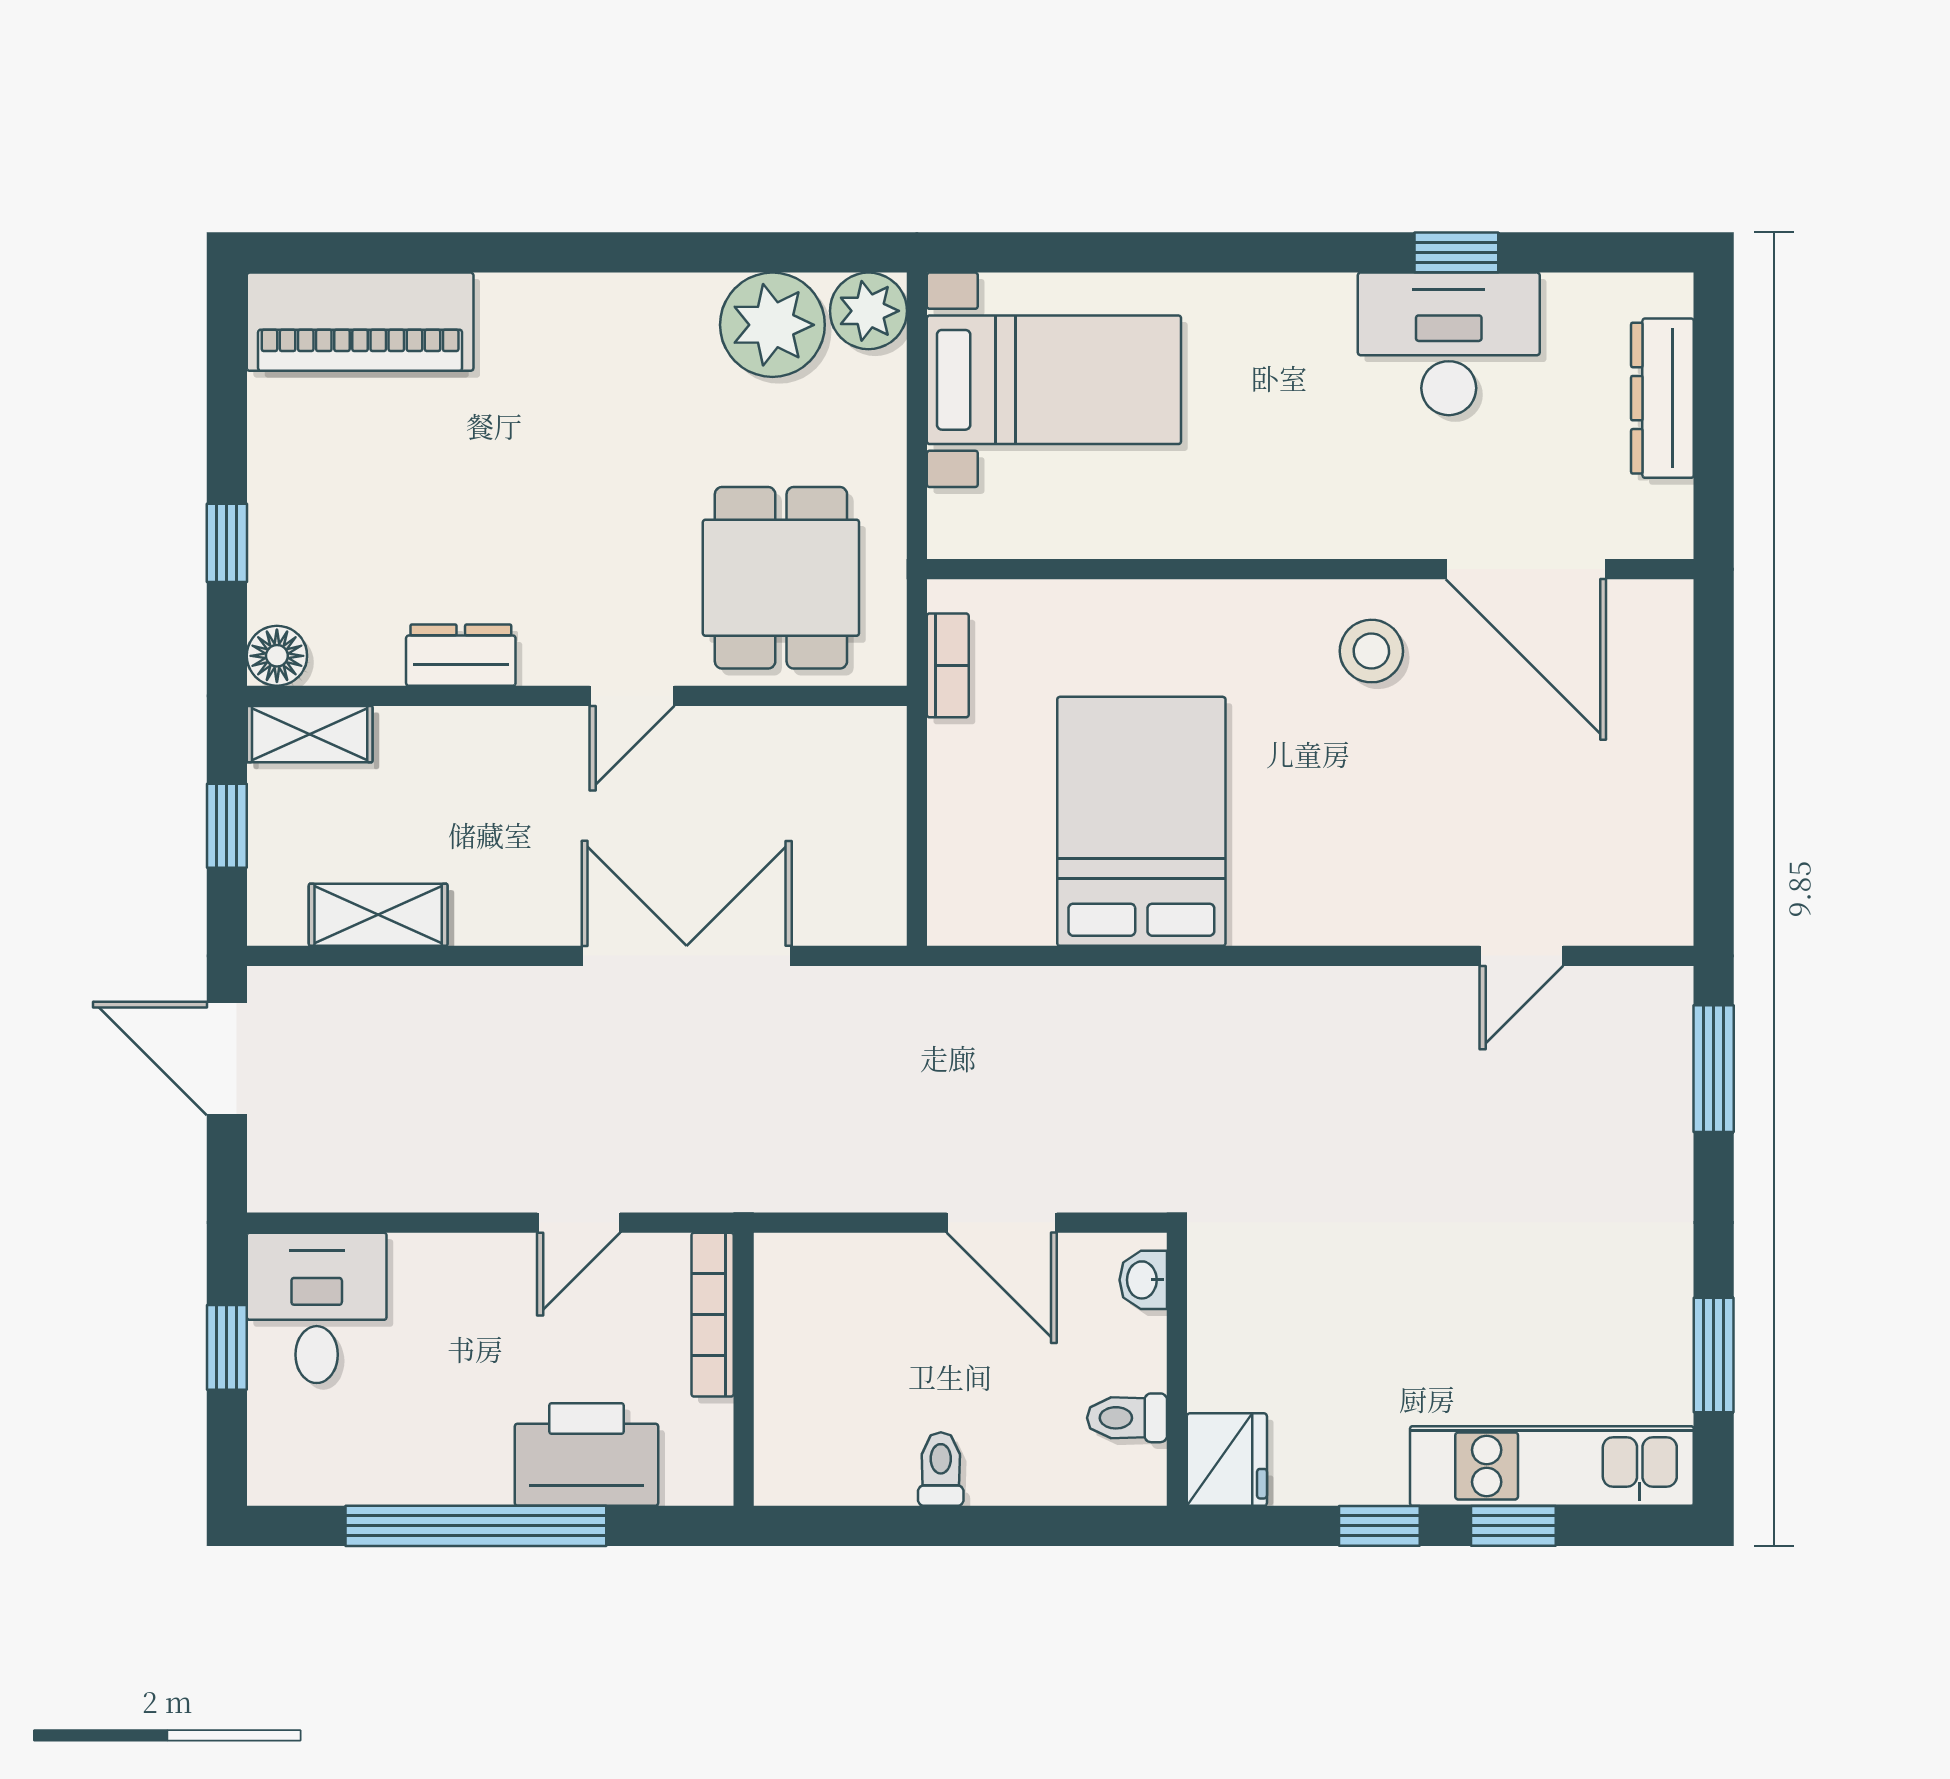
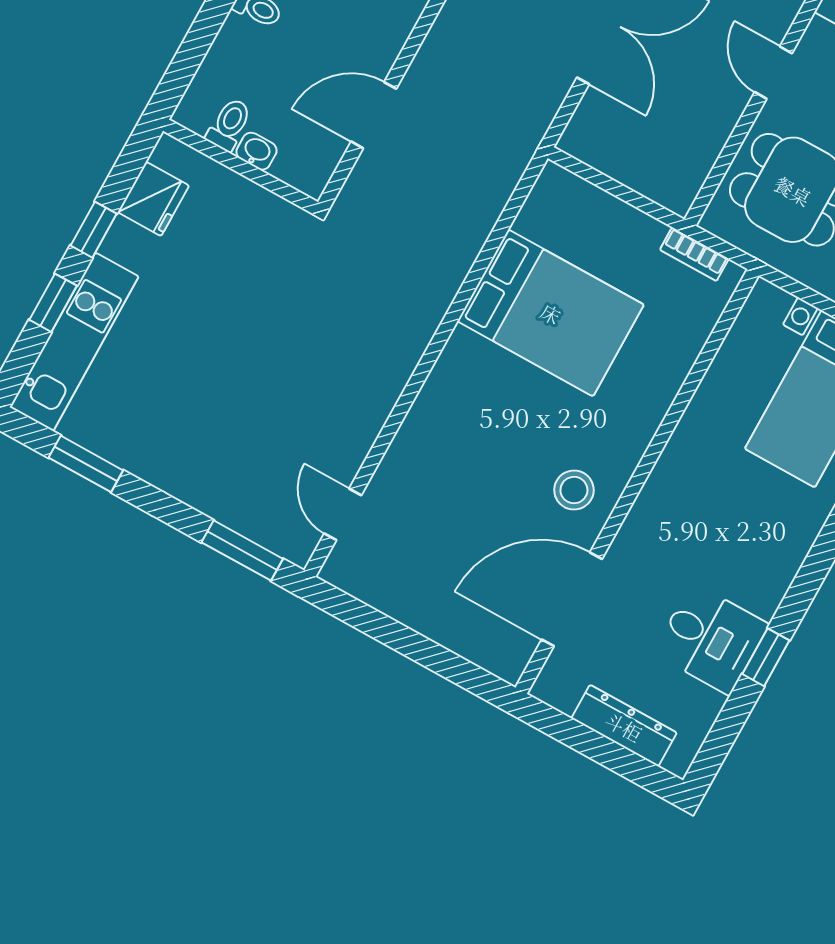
desk: (1449, 344) -> (711, 639), width x0.73
door: (1521, 956) -> (343, 514), moved
washbasin: (1143, 1280) -> (256, 151), moved
fridge: (1227, 1460) -> (153, 199), moved, turned -90

